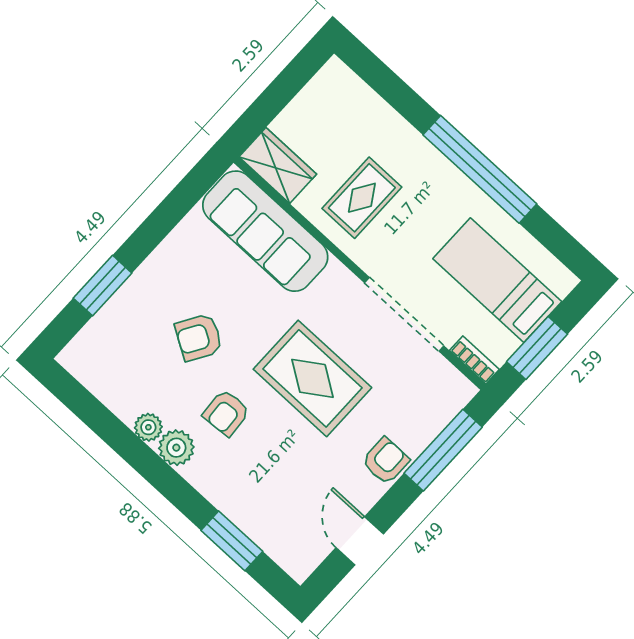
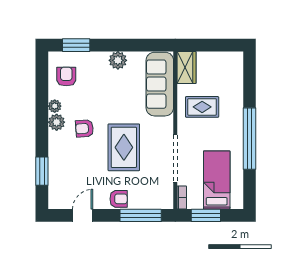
plant: (168, 263) -> (118, 60), added
window: (103, 286) -> (76, 45), moved
armchair: (199, 337) -> (66, 77), moved, turned 59

